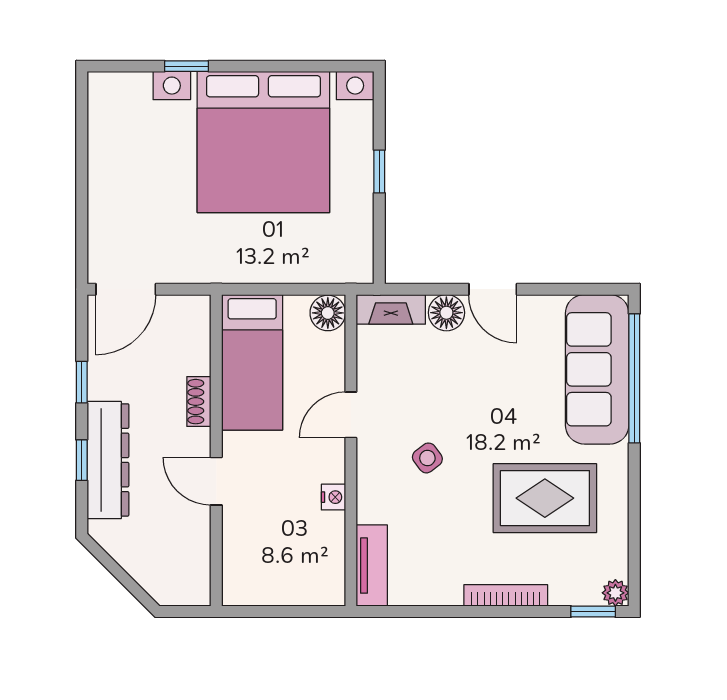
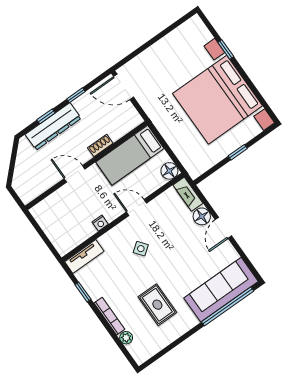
door: (216, 481) -> (75, 174), hinge flipped
rug: (545, 498) -> (157, 305), width x0.73, depth x0.70
plant: (615, 593) -> (126, 338), moved
window: (593, 612) -> (83, 292), moved

